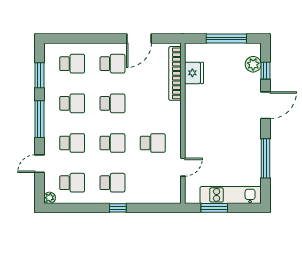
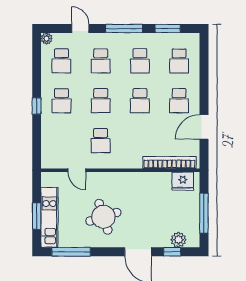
door: (139, 39) -> (204, 127), hinge flipped
fridge: (194, 73) -> (183, 181), moved
round table: (230, 140) -> (103, 217), added
window: (265, 158) -> (71, 252), moved
window: (214, 208) -> (37, 216), moved

